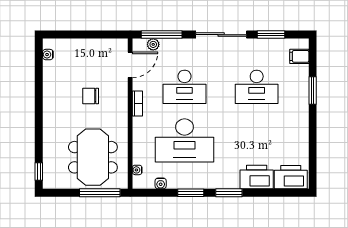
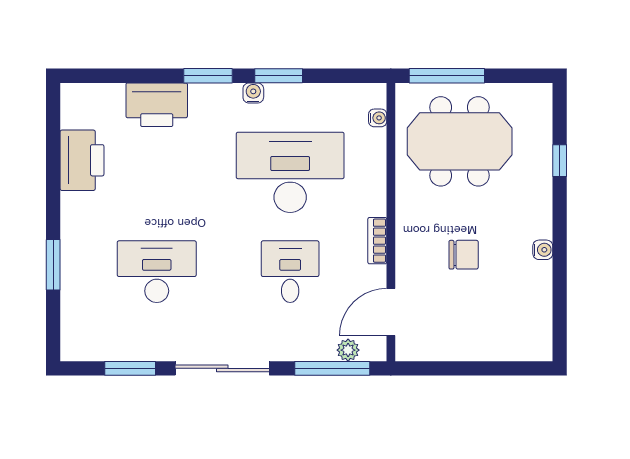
water cooler: (48, 55) -> (543, 250), moved
filing cabinet: (299, 56) -> (78, 328), removed
desk: (185, 87) -> (290, 272), width x0.73
meeting table: (93, 157) -> (460, 141), turned 90
window: (39, 172) -> (560, 161), moved
printer: (291, 177) -> (82, 160), moved, turned -90
water cooler: (161, 183) -> (253, 93), moved

